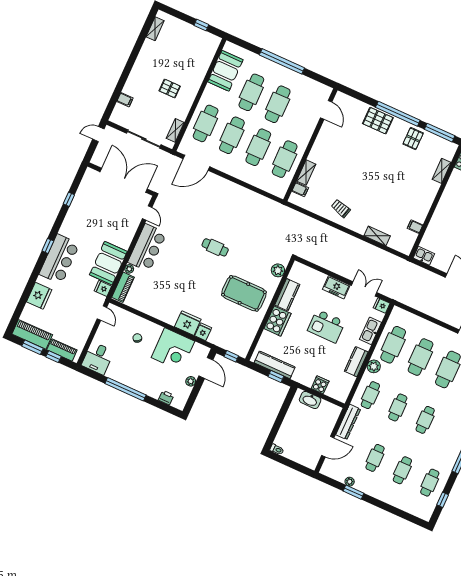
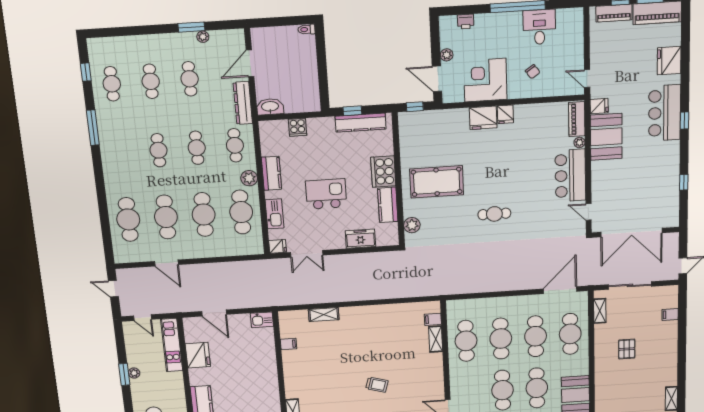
pallet: (170, 88) -> (627, 349), turned 90
trolley: (341, 208) -> (377, 385), moved
freezer: (336, 287) -> (360, 239), moved
fridge: (203, 332) -> (505, 114), moved
desk: (98, 358) -> (539, 27), moved
washbasin: (310, 400) -> (270, 107), moved

